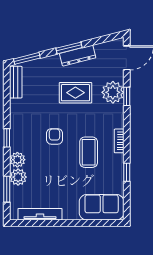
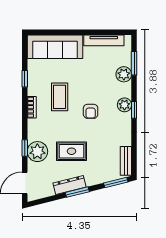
plant: (17, 160) -> (124, 105), moved
sofa: (102, 207) -> (55, 47), width x1.36

